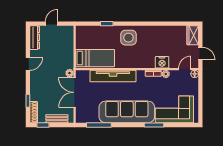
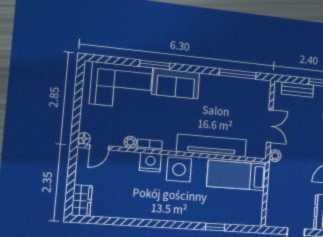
side table: (128, 38) -> (179, 169), moved
door: (200, 54) -> (72, 170), removed
nightstand: (162, 62) -> (150, 162), moved
double door: (75, 92) -> (270, 126), width x0.73
sofa: (127, 112) -> (176, 84), width x0.54, depth x0.79

